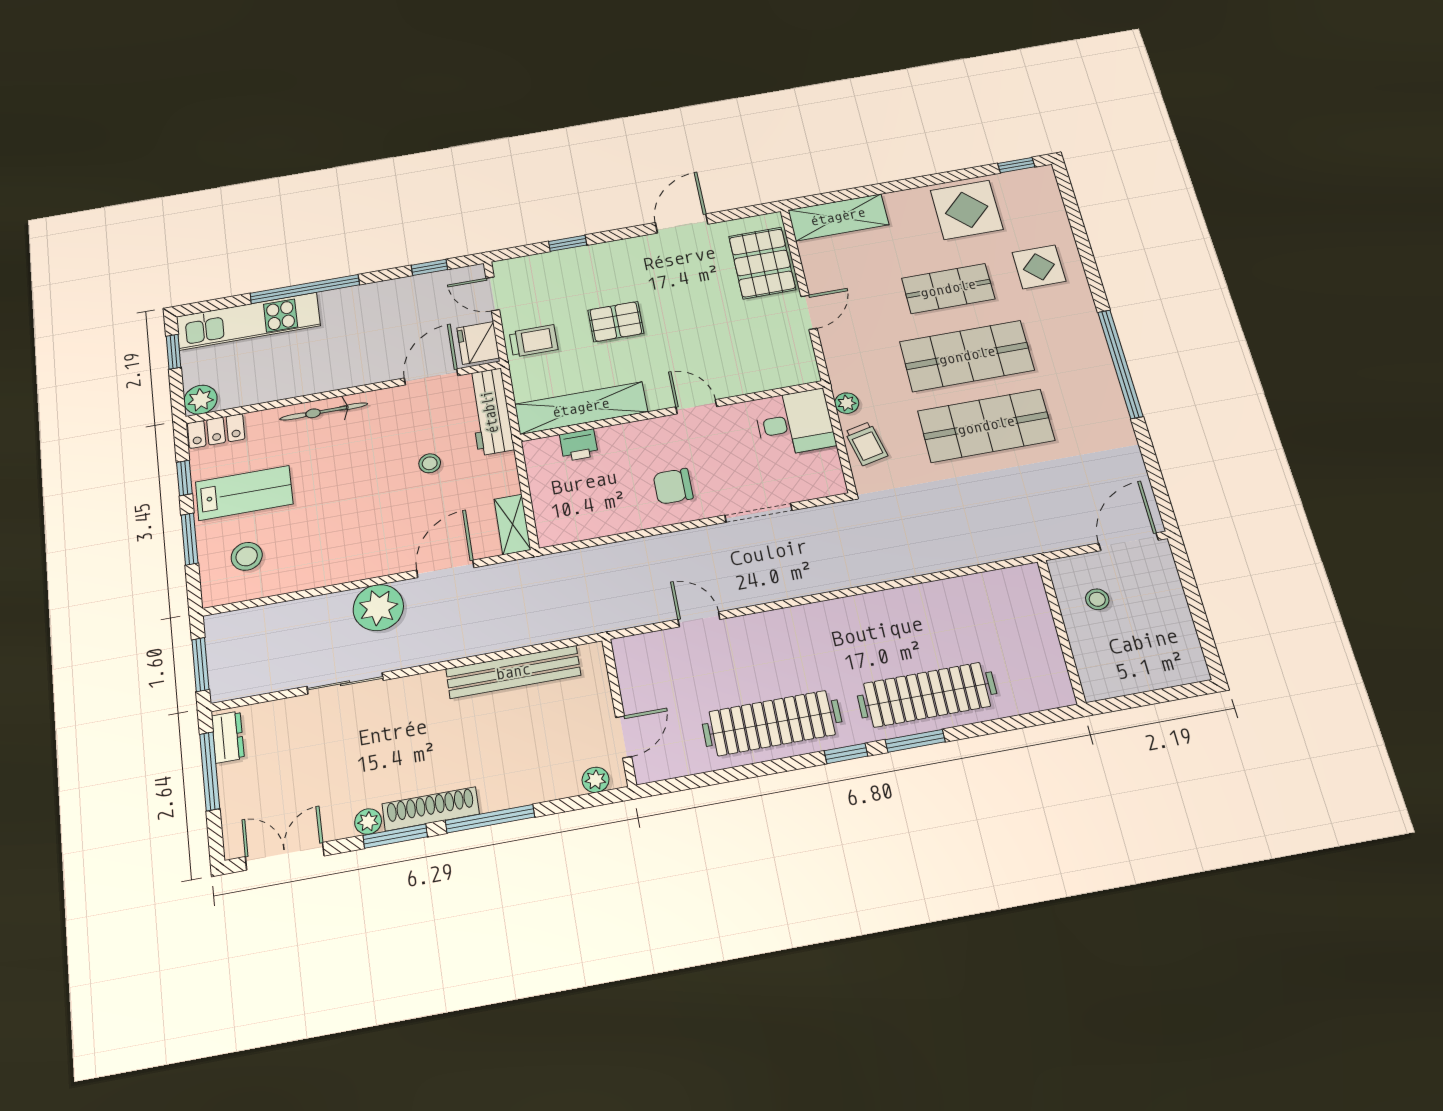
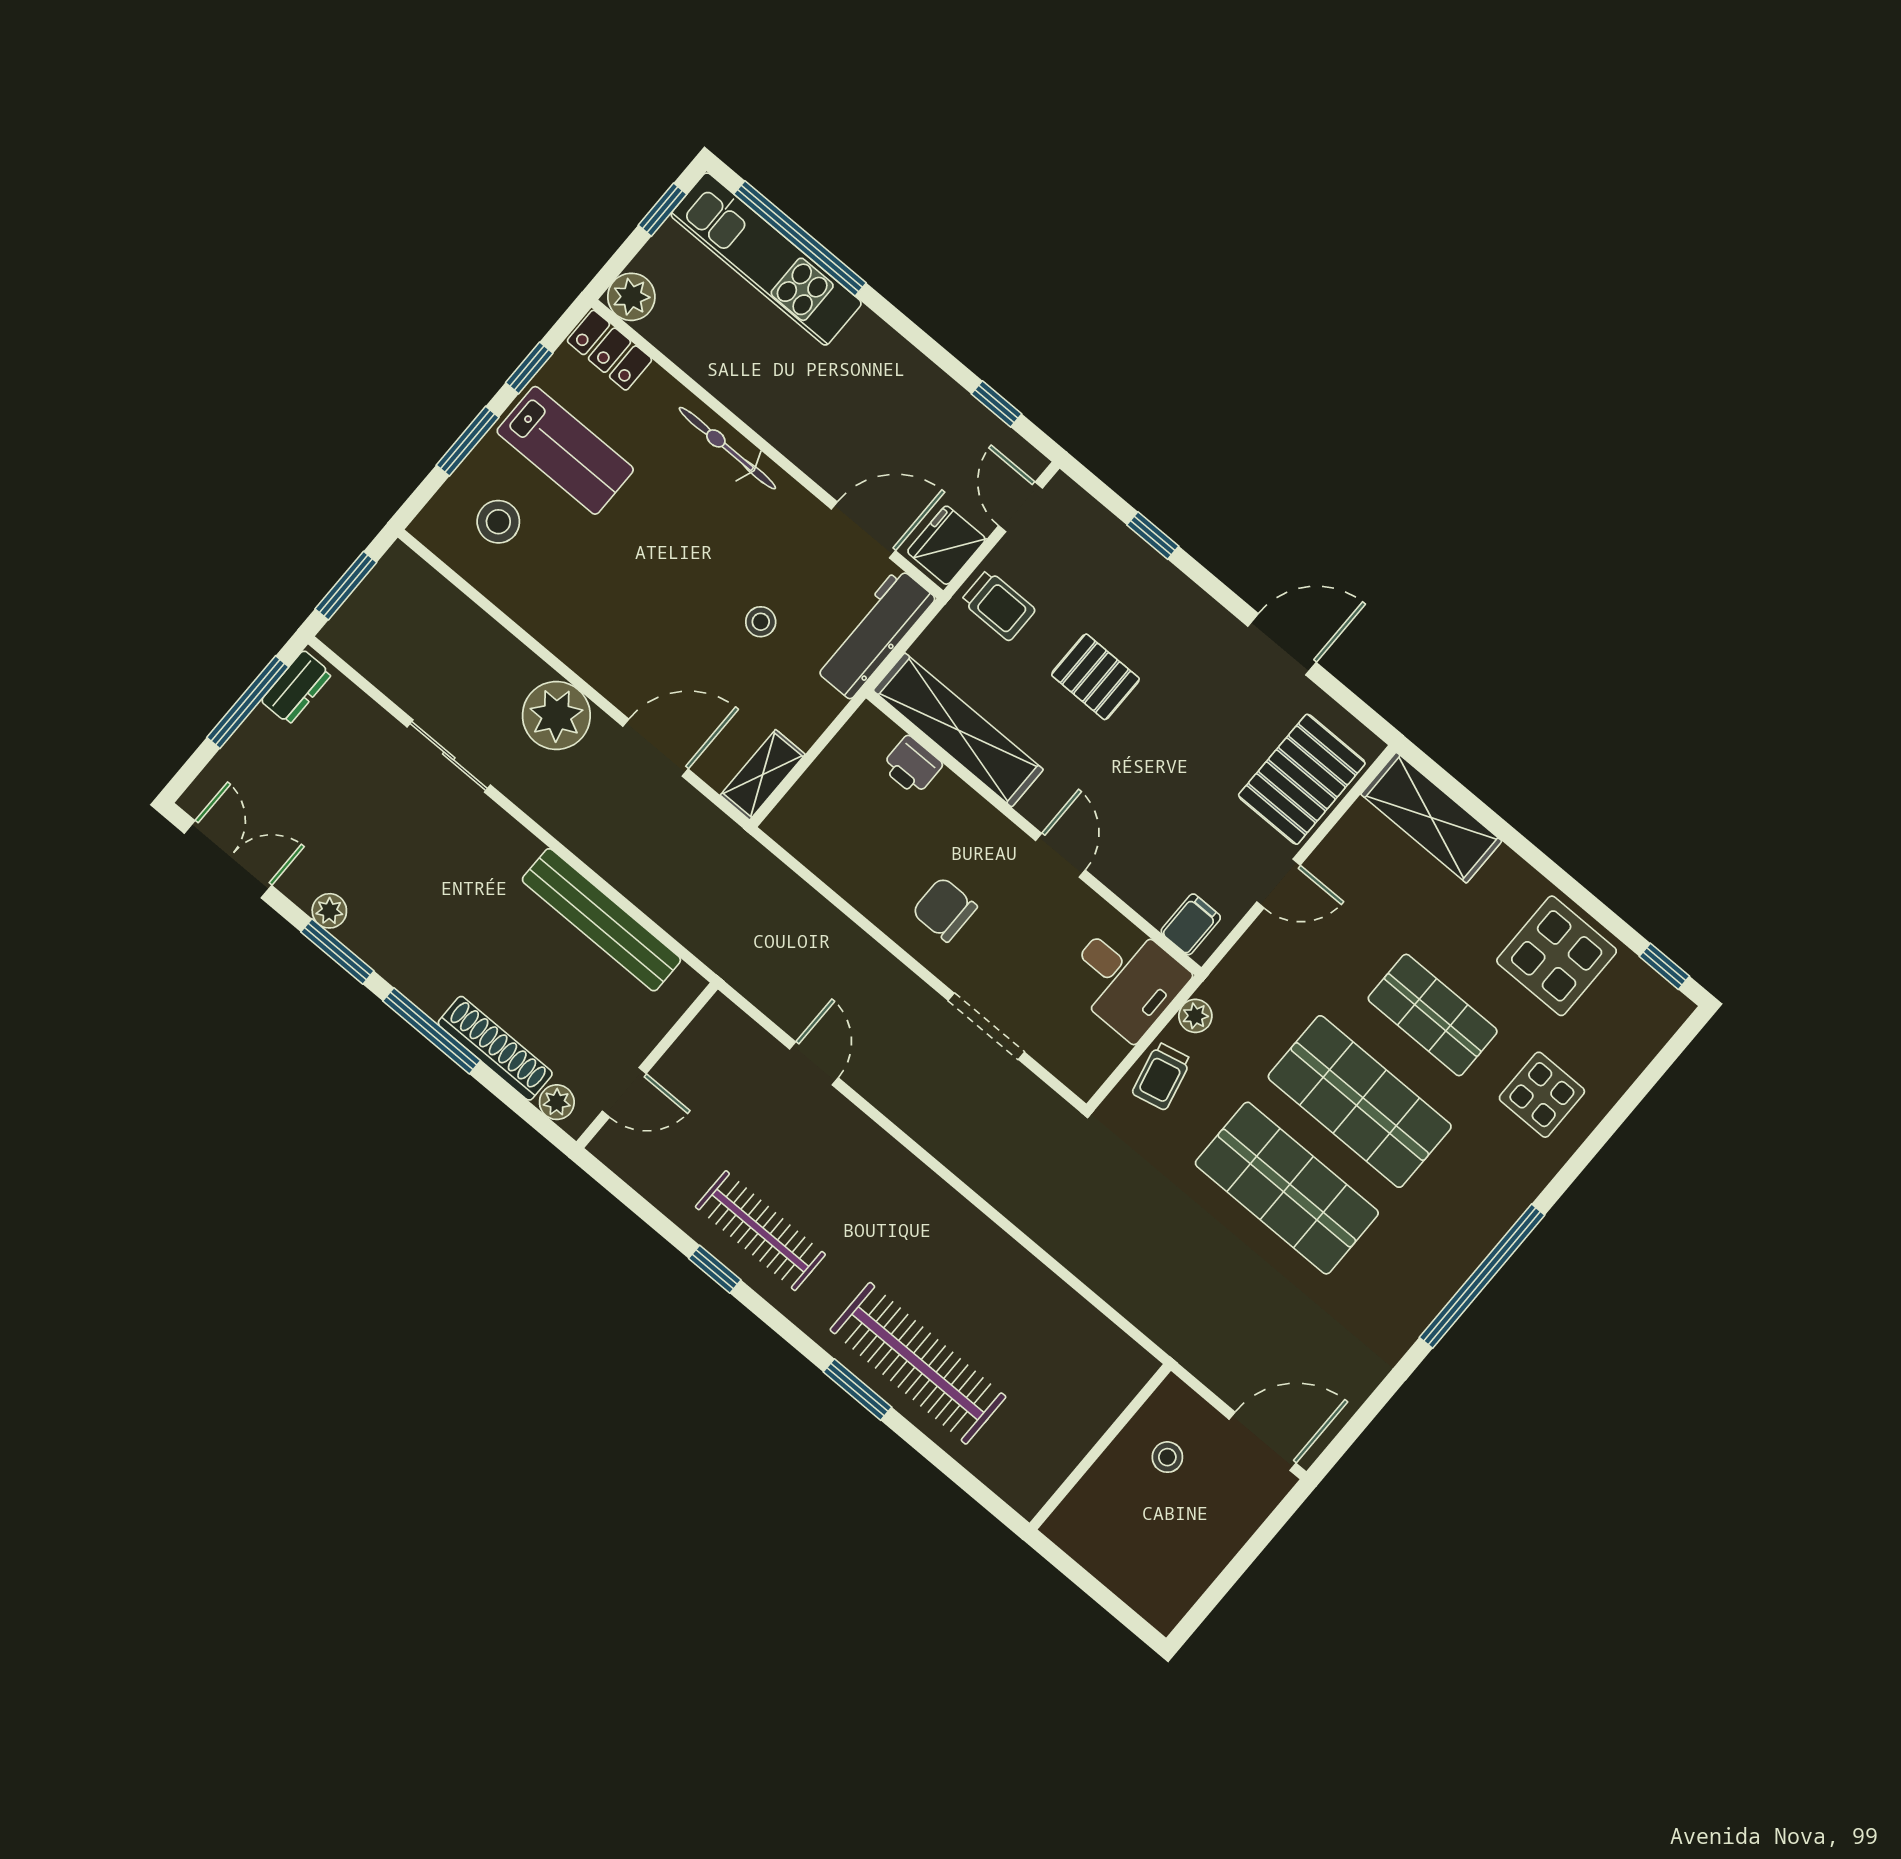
window: (305, 289) -> (800, 238), moved
filing cabinet: (793, 370) -> (1191, 924), added
clothes rail: (772, 723) -> (760, 1231), width x0.73, depth x0.76
window: (846, 753) -> (715, 1269), moved
shoe rack: (431, 809) -> (495, 1048), moved

